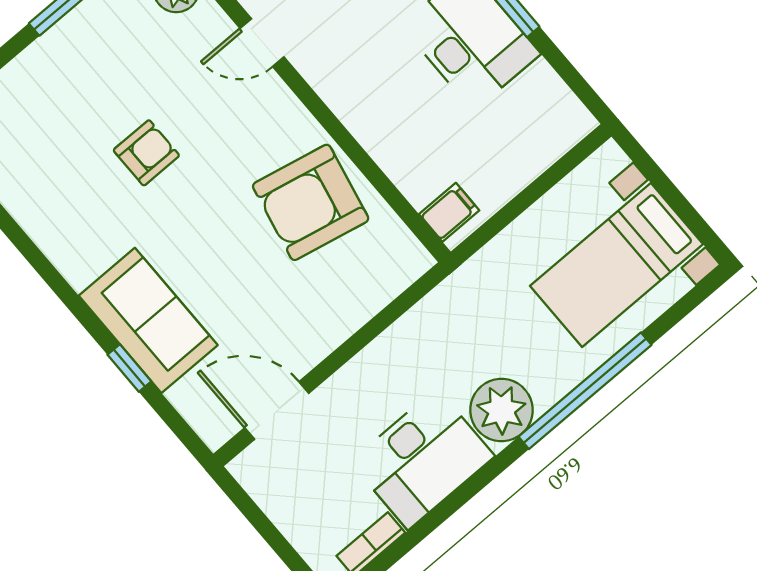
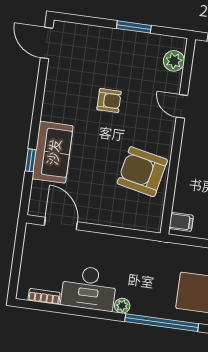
plant: (501, 410) -> (122, 306), width x0.53, depth x0.53

